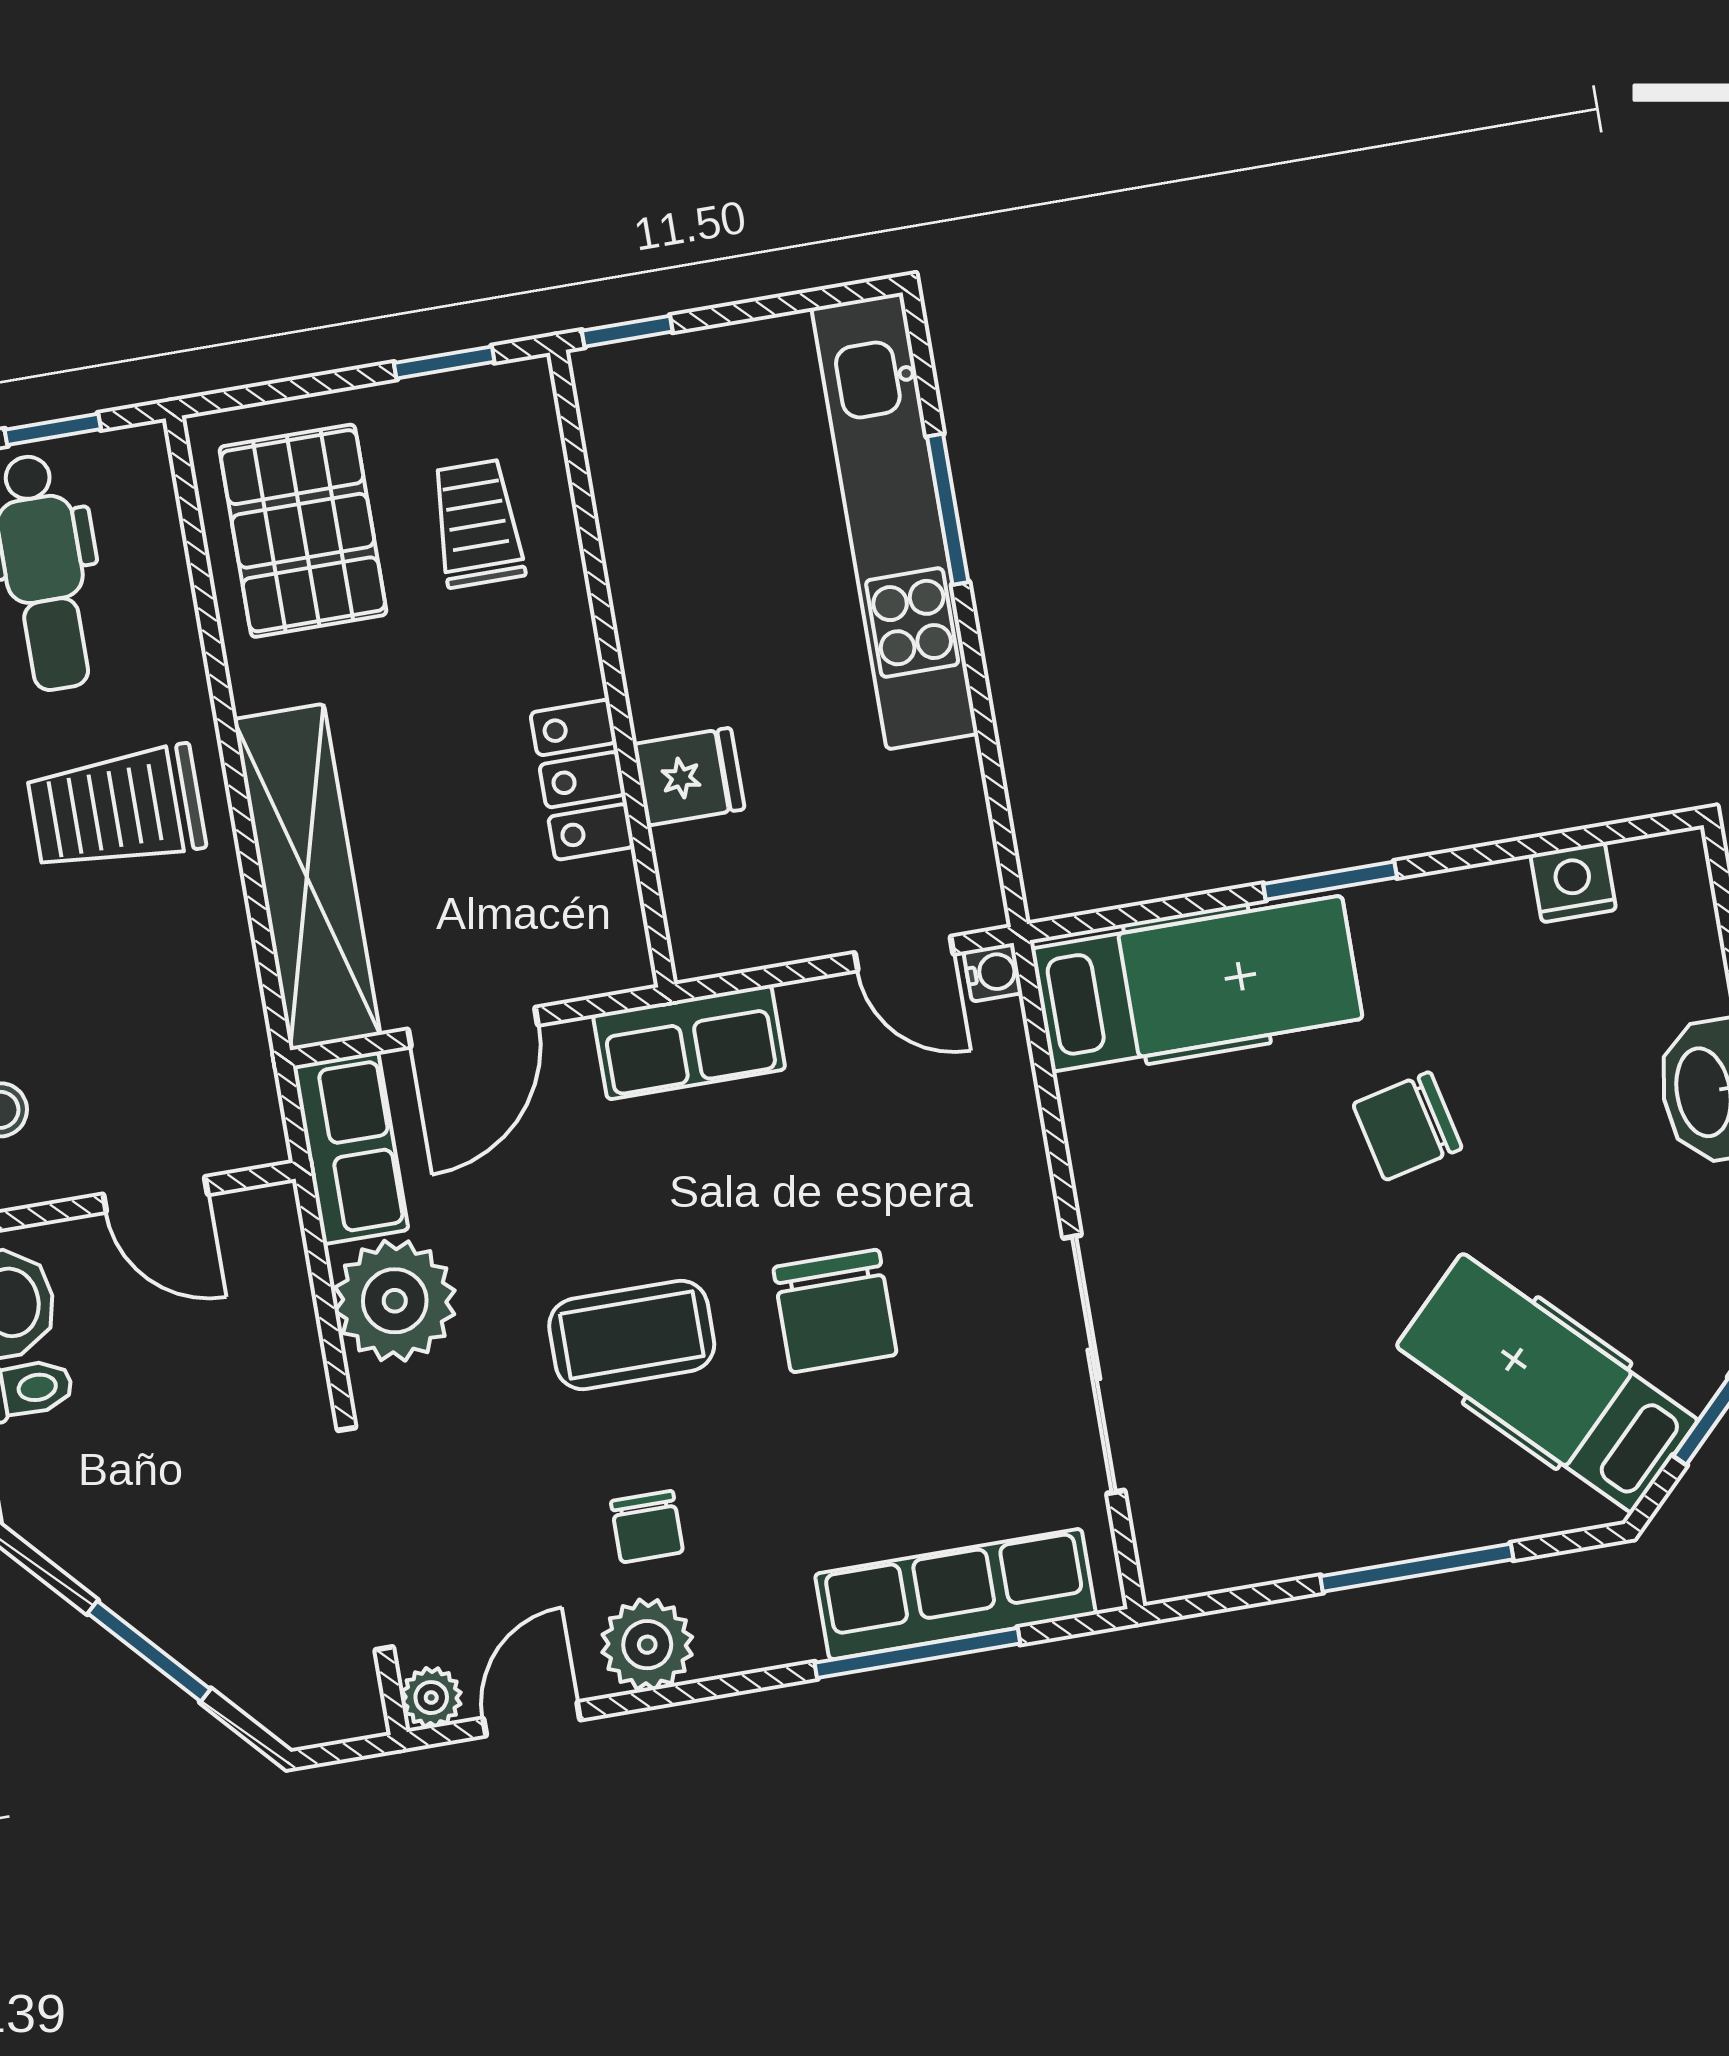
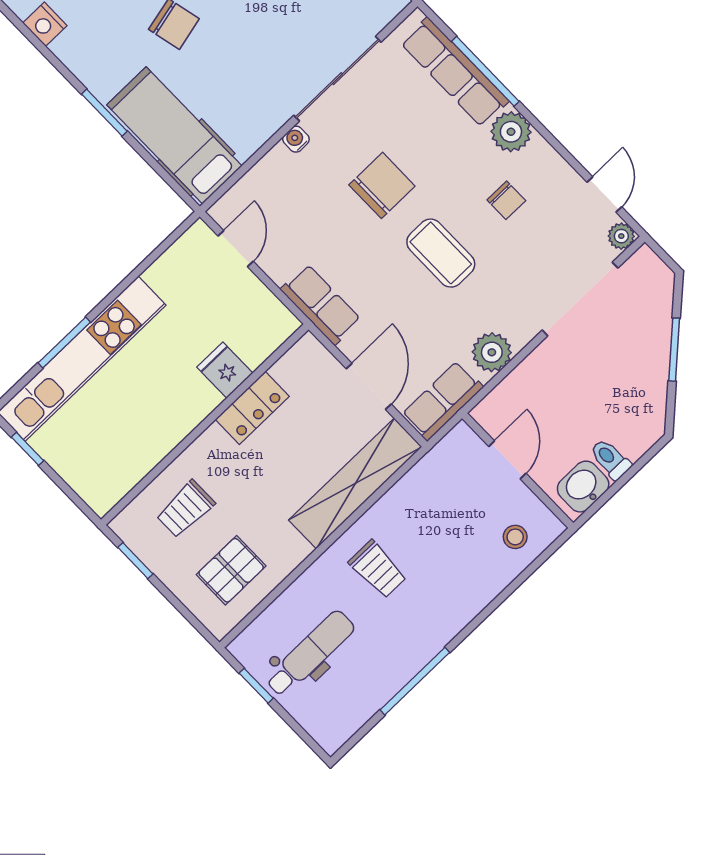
window: (627, 331) -> (27, 449), moved
pallet: (303, 531) -> (231, 570), width x0.67, depth x0.71
trolley: (116, 809) -> (378, 569), width x0.73, depth x0.72
water cooler: (993, 972) -> (296, 139), moved
door: (473, 1027) -> (369, 386), hinge flipped
plant: (395, 1301) -> (492, 352), width x0.73, depth x0.73
chair: (647, 1527) -> (506, 200), turned 90
plant: (647, 1645) -> (511, 132), moved
door: (532, 1719) -> (604, 194), swing flipped

